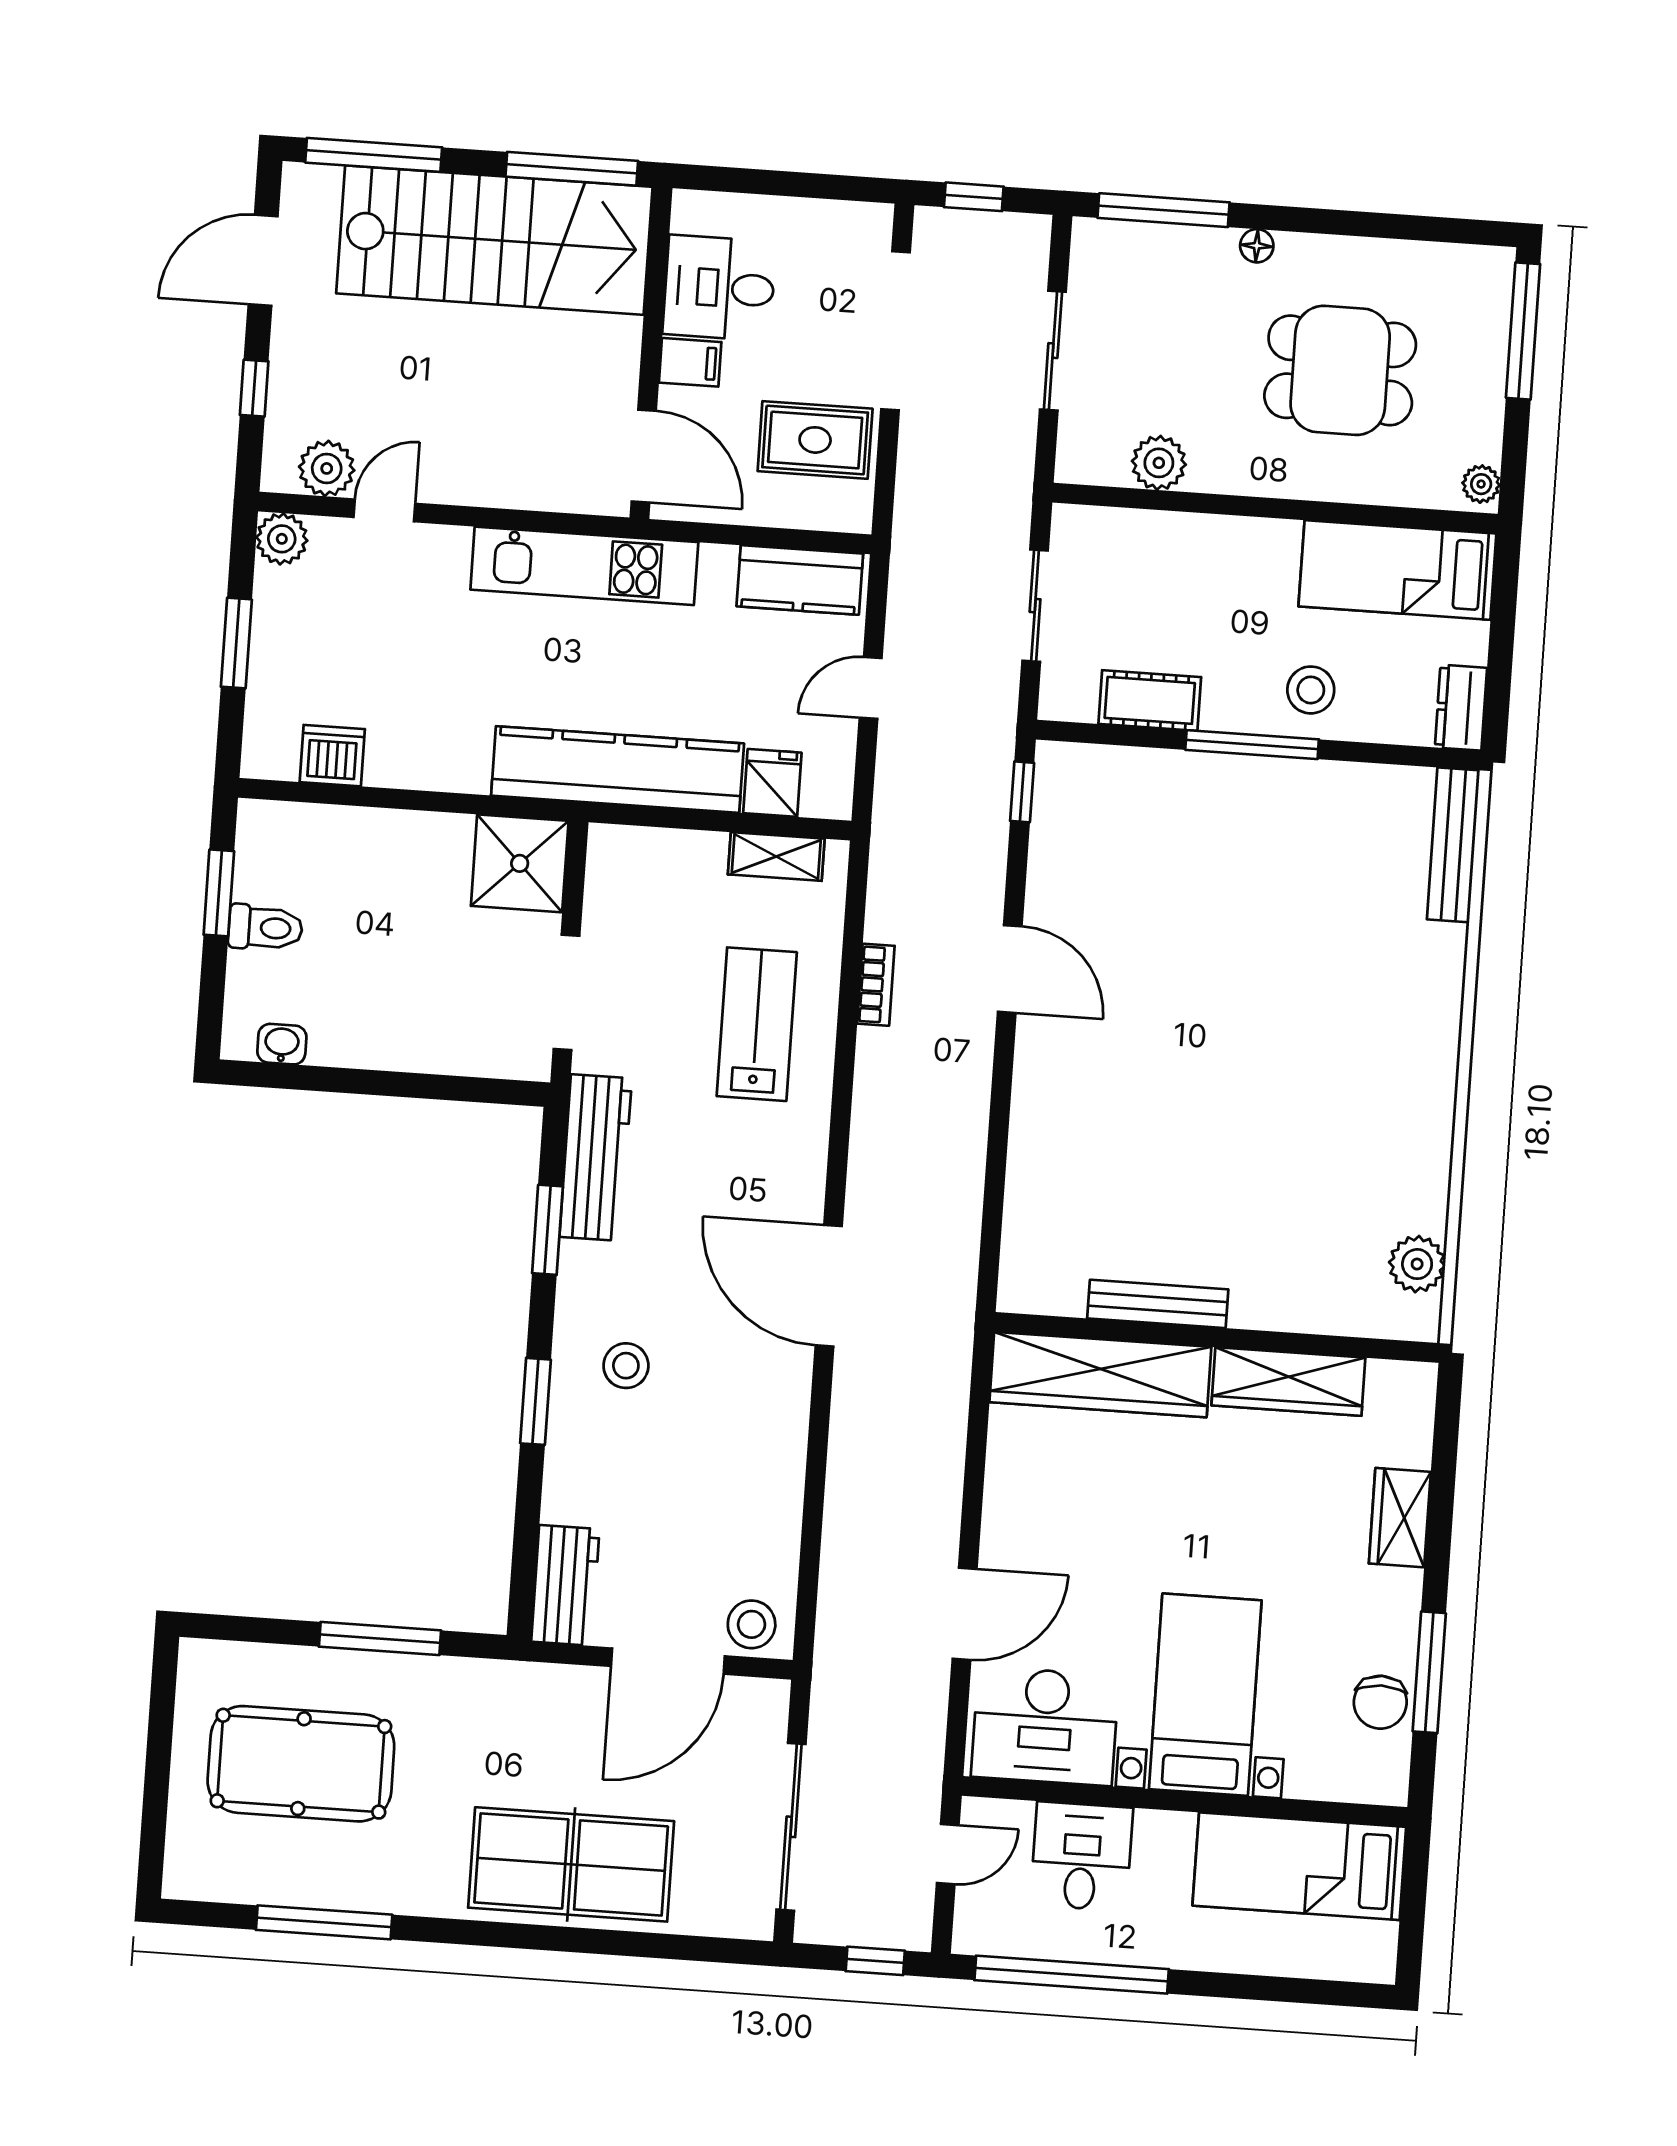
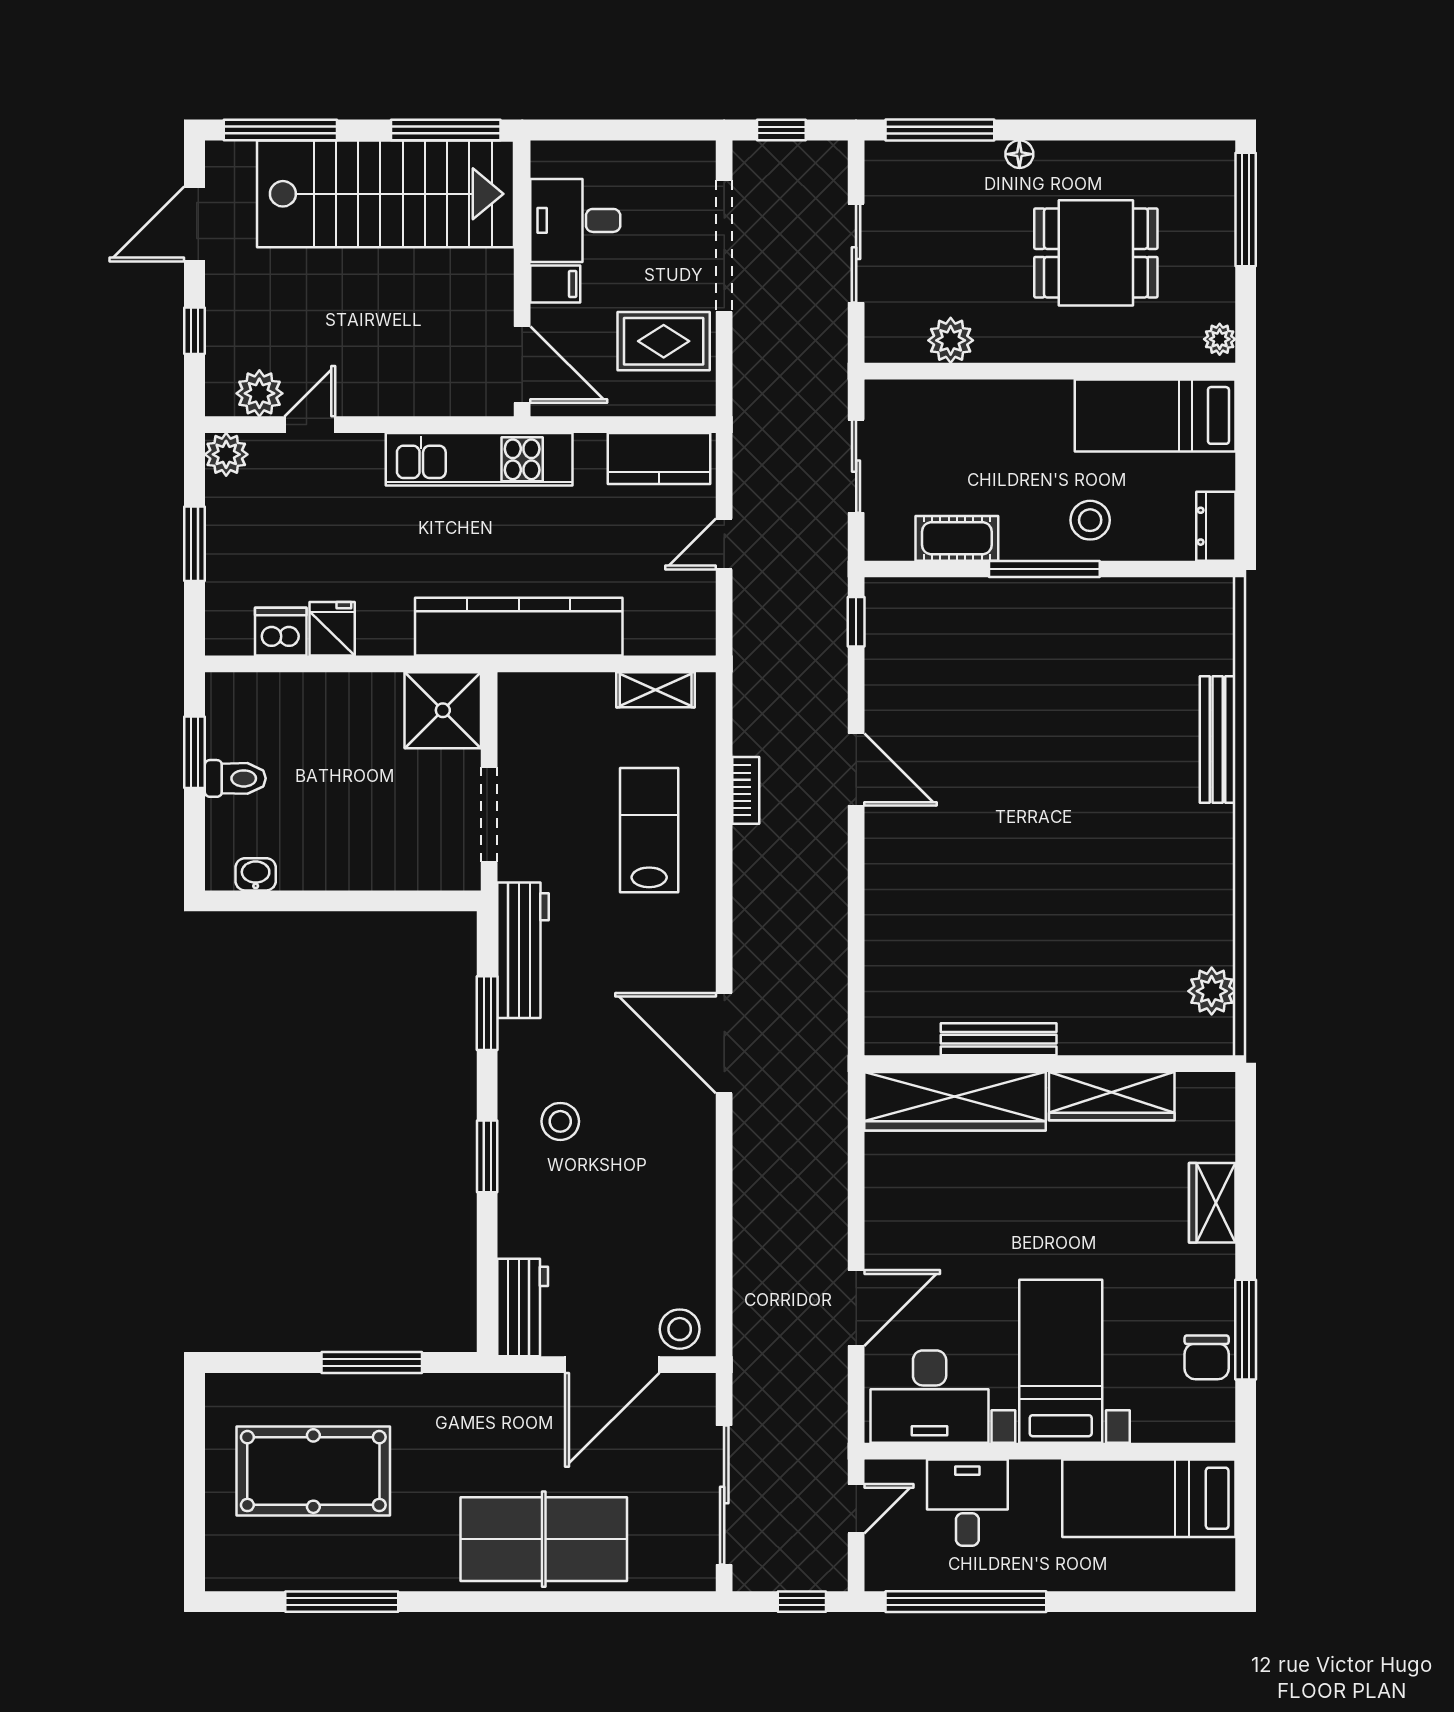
fridge: (772, 783) -> (332, 629), moved
bench: (1453, 845) -> (1218, 740), moved

